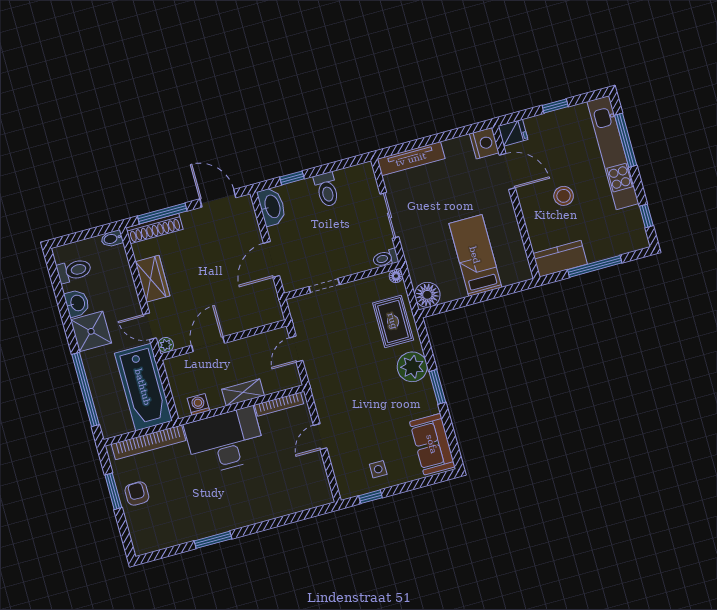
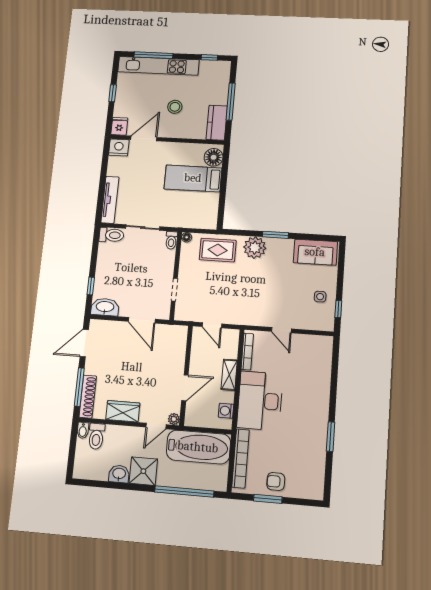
toilet: (327, 190) -> (111, 235), moved
toilet: (74, 271) -> (96, 436), moved, turned 180
floor lamp: (427, 295) -> (214, 157), moved
door: (208, 344) -> (185, 388), swing flipped

